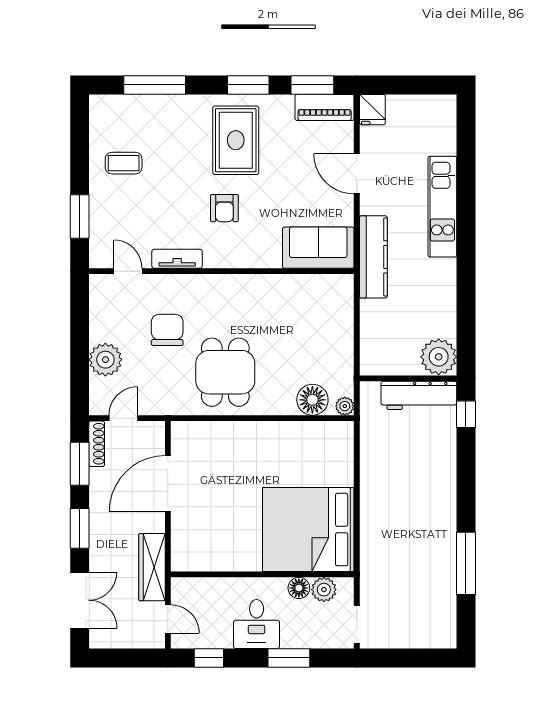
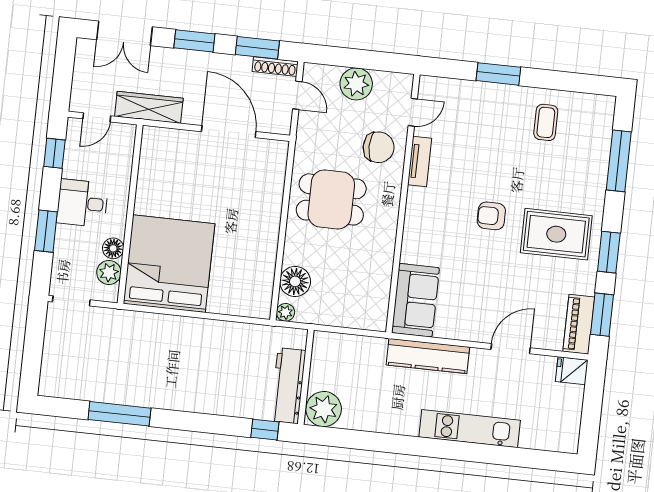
sofa: (318, 248) -> (415, 300), moved
tv unit: (177, 259) -> (420, 161), moved
door: (128, 271) -> (413, 112), moved
wall: (221, 271) -> (403, 203), moved

